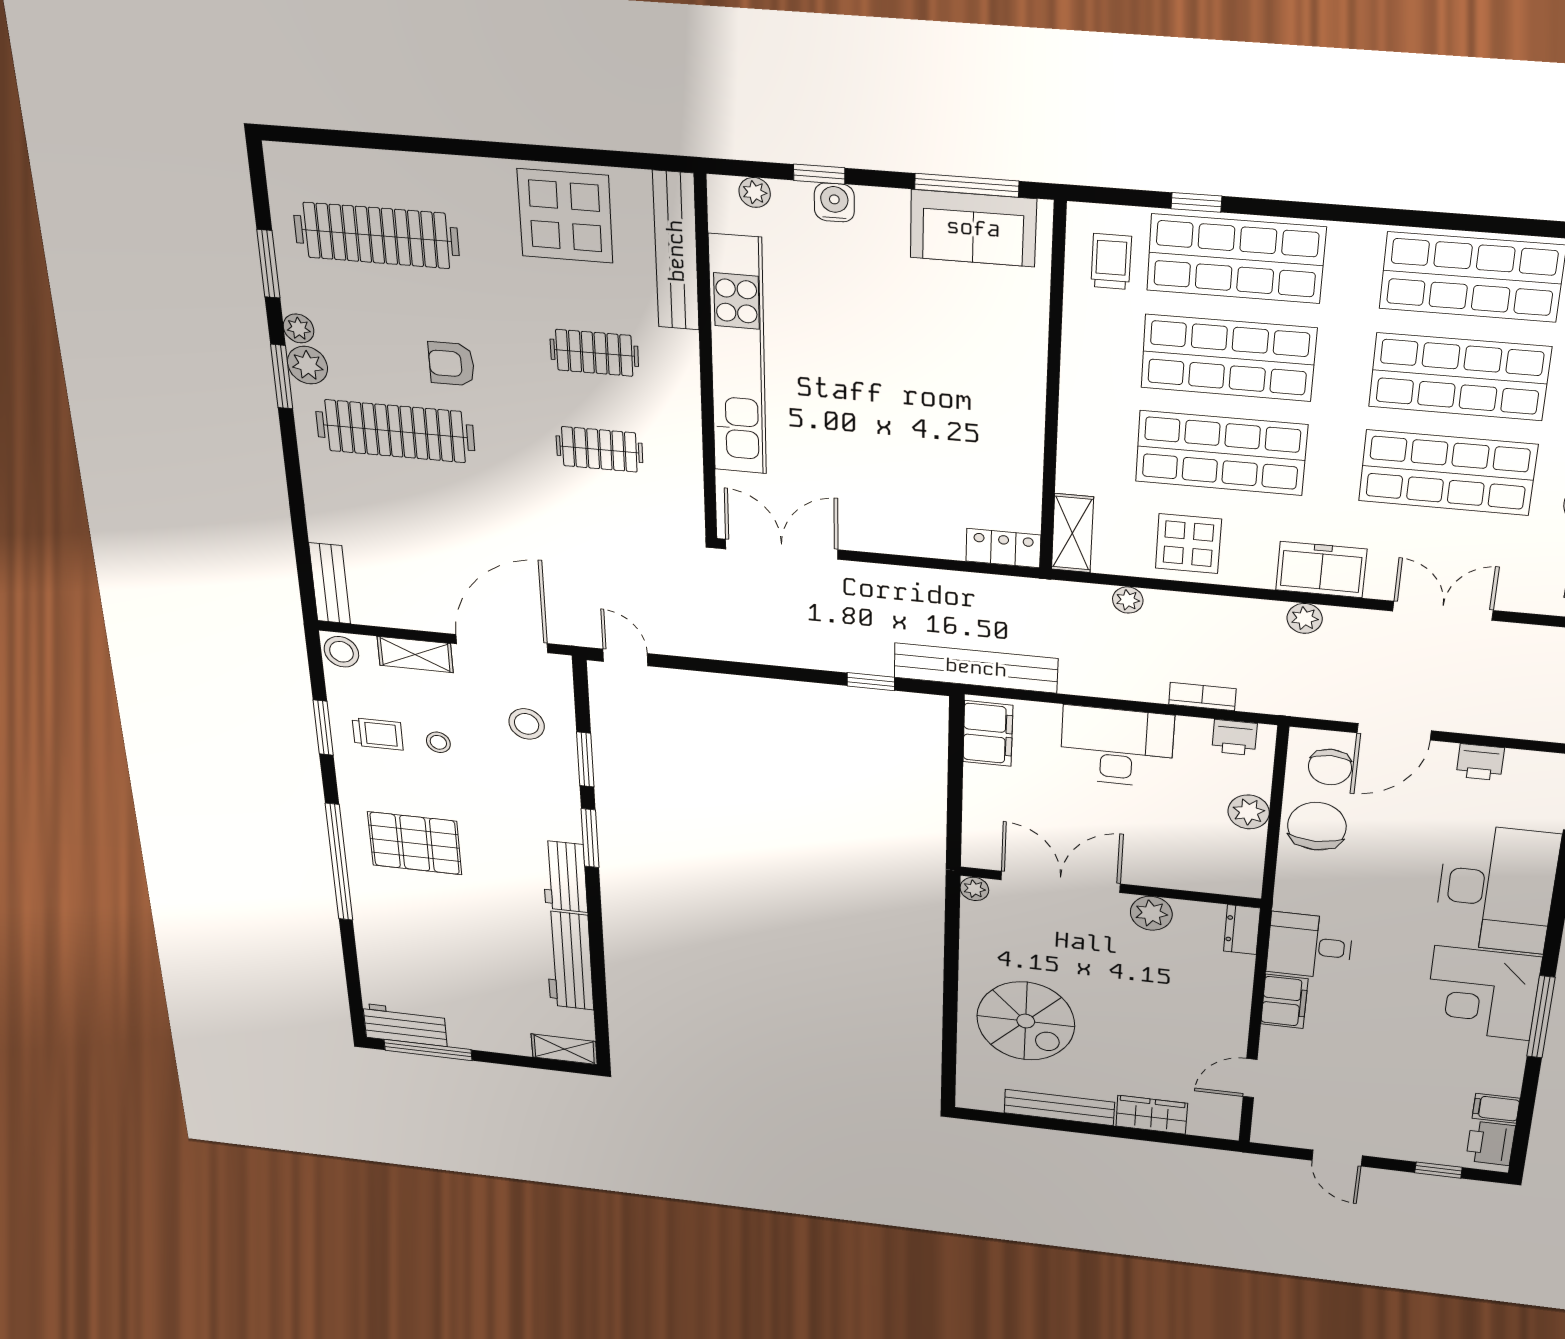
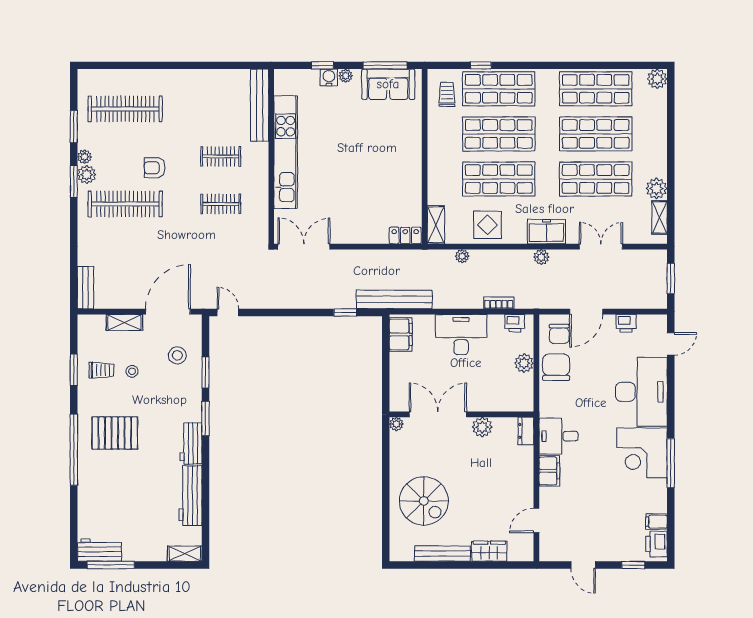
plant: (755, 192) -> (346, 76), moved
display table: (565, 216) -> (211, 93), removed
stool: (341, 652) -> (88, 325), removed

